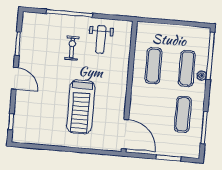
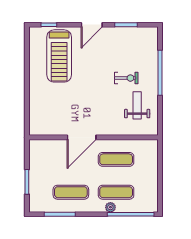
weight bench: (101, 39) -> (137, 105), turned 90
treadmill: (81, 107) -> (59, 56), moved, turned -90
door: (125, 134) -> (82, 137), moved

